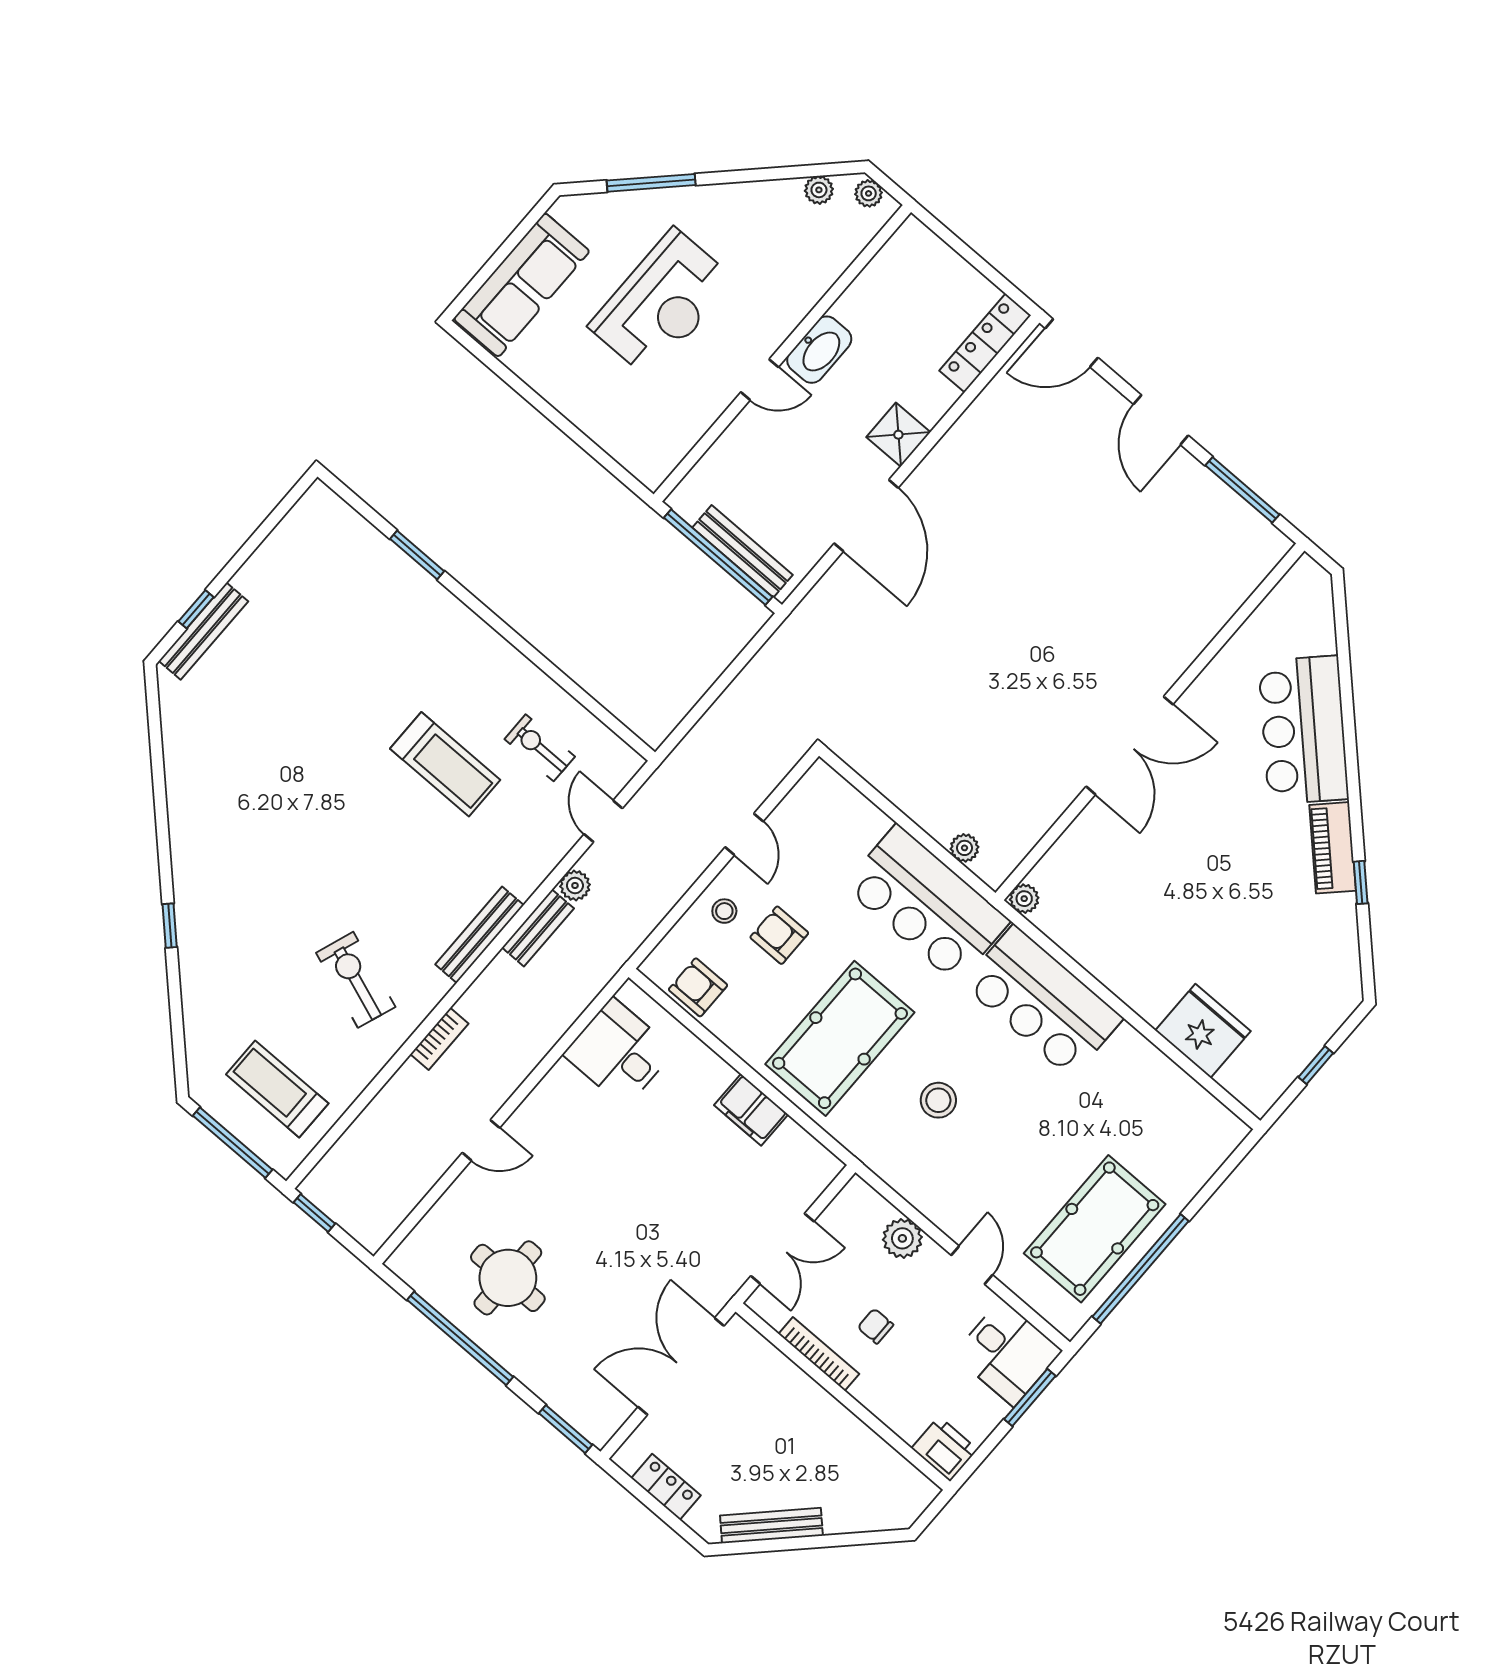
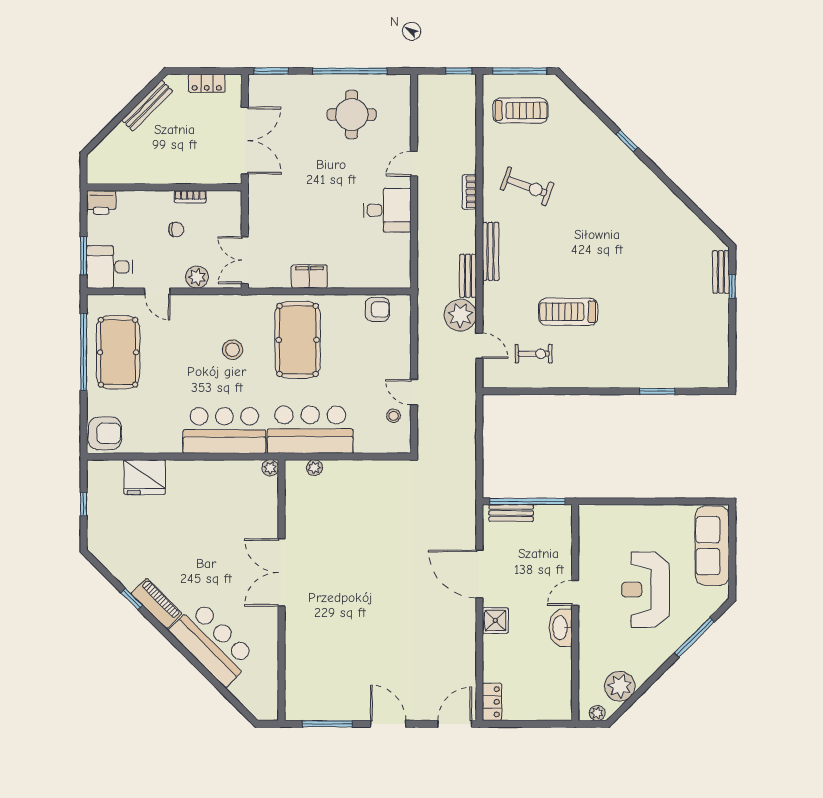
plant: (819, 190) -> (620, 686), width x1.88, depth x1.88
locker: (985, 343) -> (492, 702), width x0.66
bench: (743, 551) -> (511, 513), width x0.73
bench: (204, 631) -> (721, 272), width x0.73
plant: (575, 885) -> (460, 315), width x1.88, depth x1.88
stool: (724, 911) -> (394, 416), moved
armchair: (779, 935) -> (105, 433), moved, width x1.38, depth x1.38
desk: (619, 1052) -> (387, 210), moved
double door: (782, 1249) -> (245, 260), moved
bookcase: (819, 1354) -> (190, 197), width x0.64

